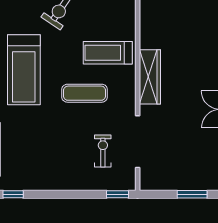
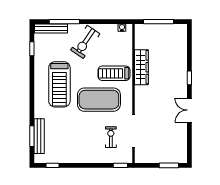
wardrobe: (150, 77) -> (141, 67), moved
exercise mat: (85, 93) -> (99, 100), width x2.00, depth x1.45

